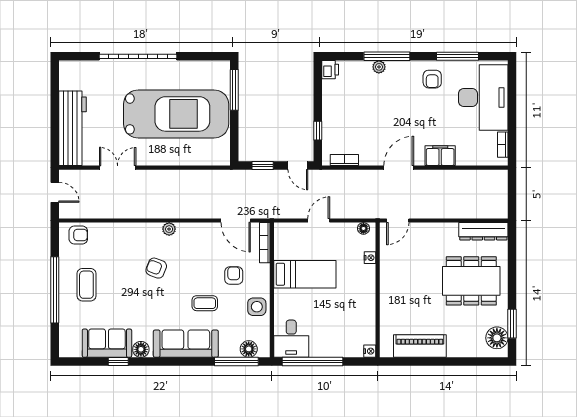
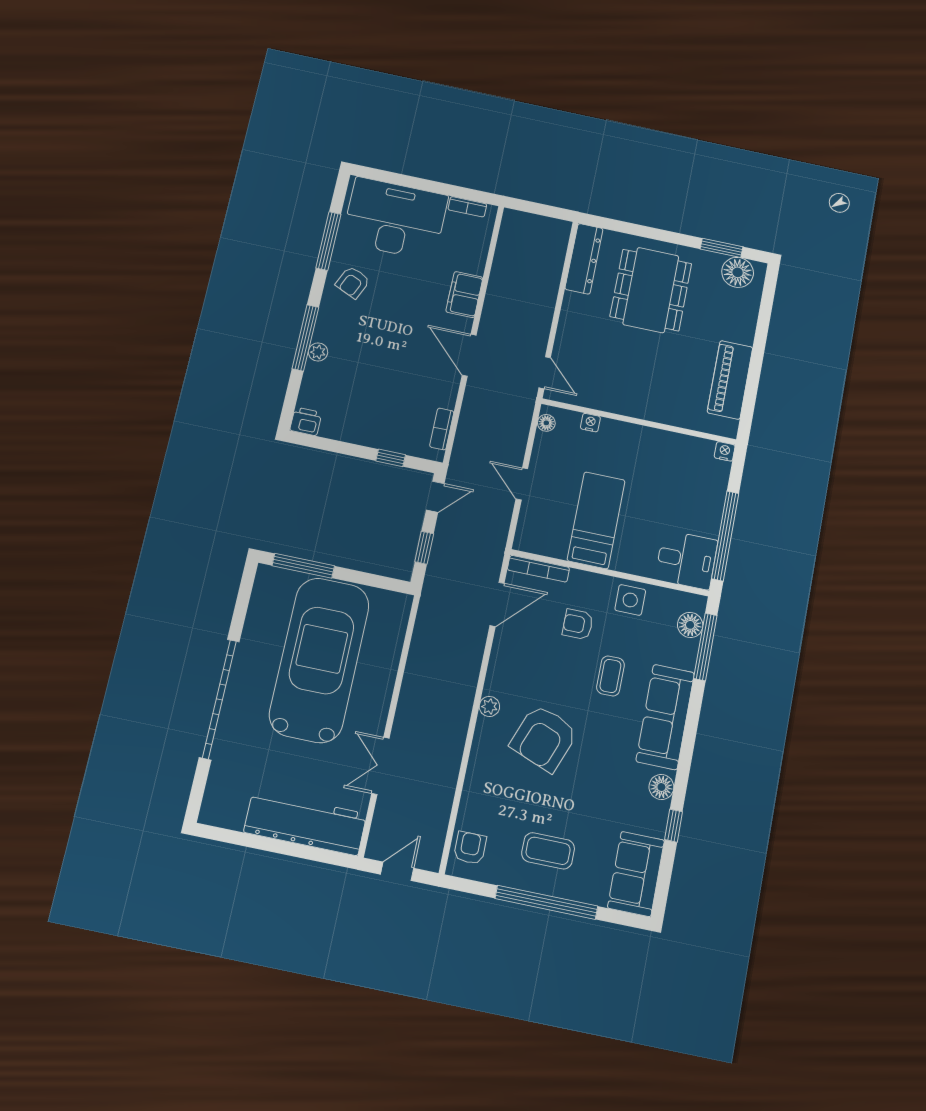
armchair: (432, 79) -> (353, 282), turned 114
armchair: (156, 268) -> (544, 738), width x1.88, depth x1.88
sofa: (107, 343) -> (636, 874), moved

